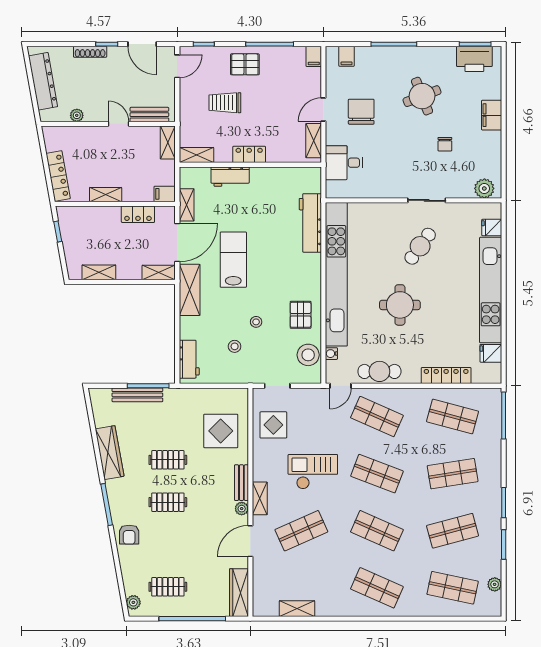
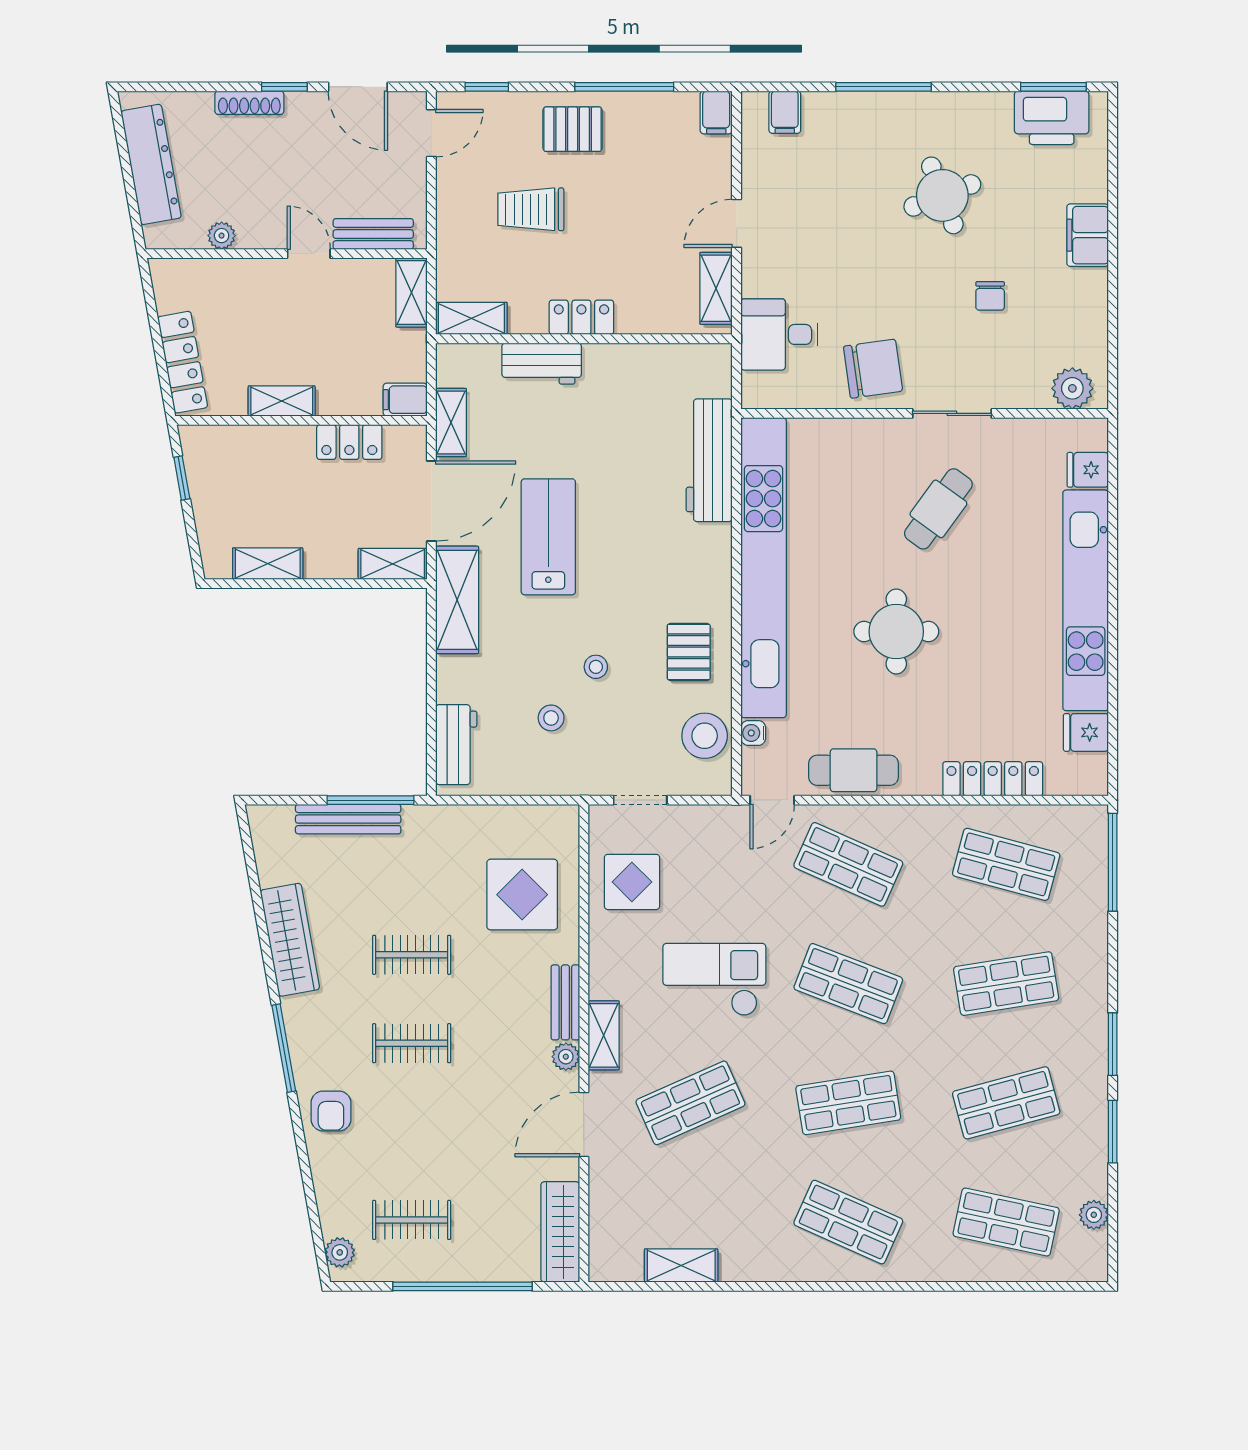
chair: (361, 112) -> (873, 369), moved, turned 82
shop shelf: (377, 531) -> (848, 1103), turned -33

